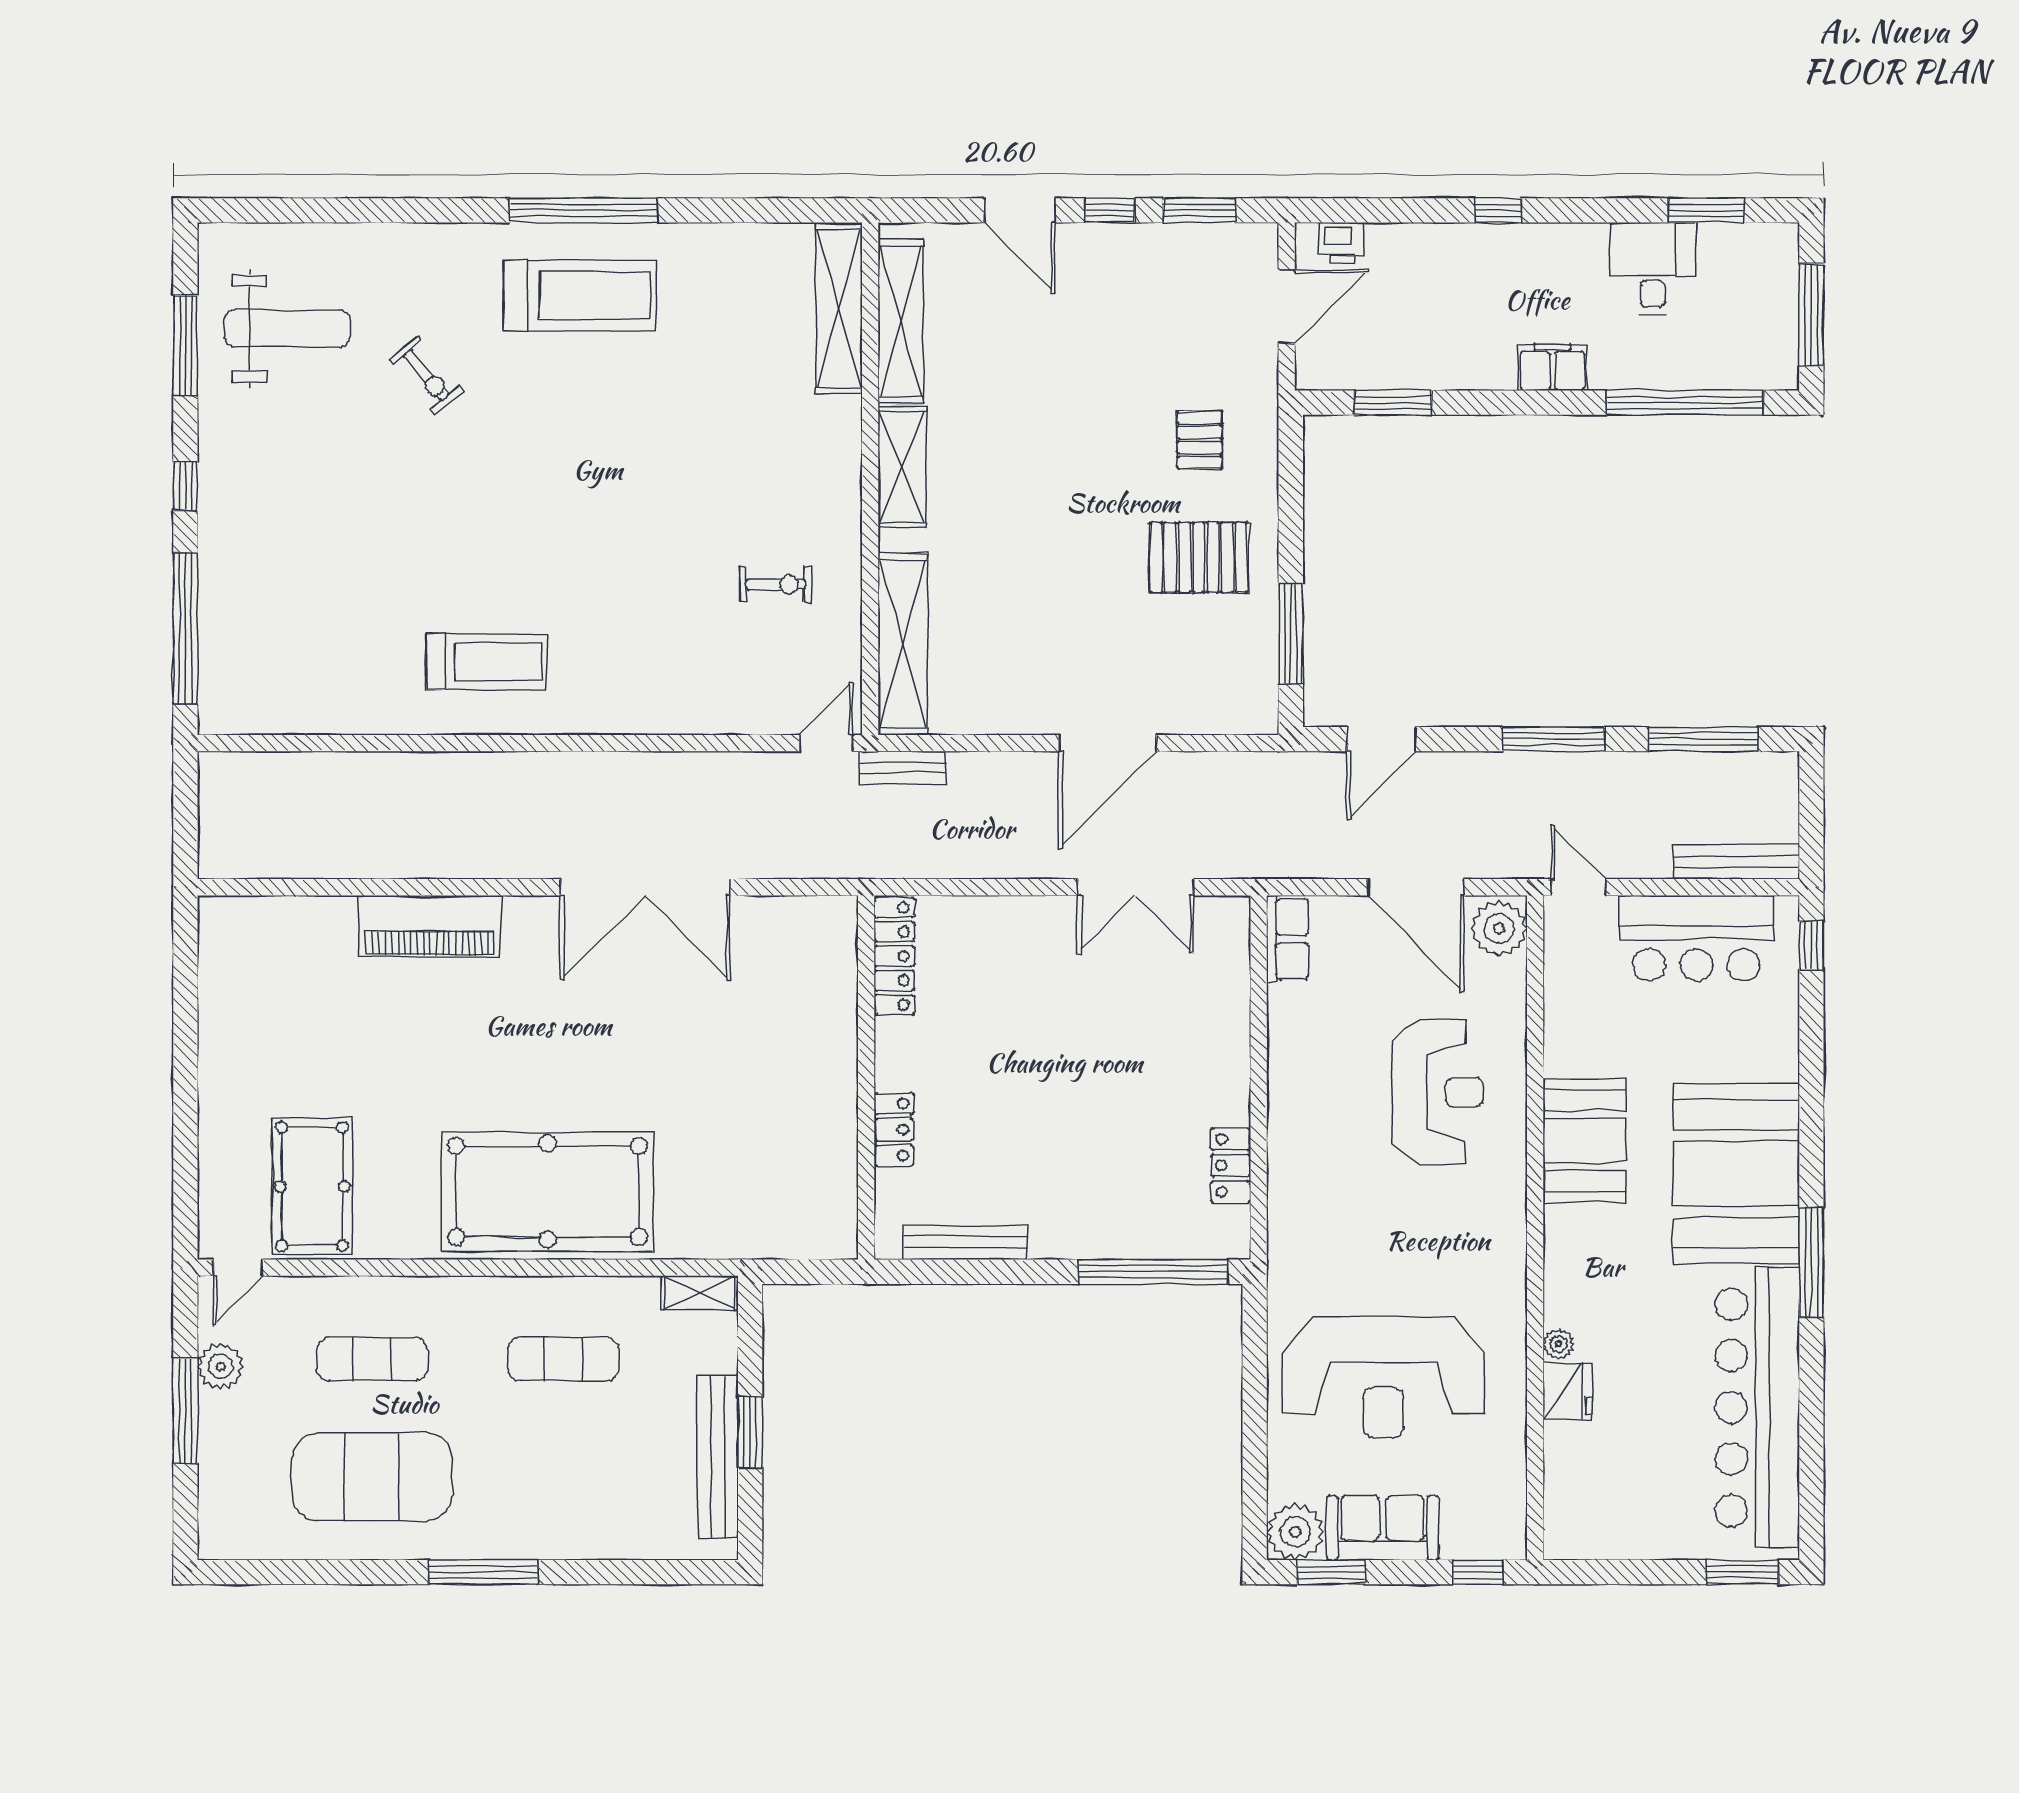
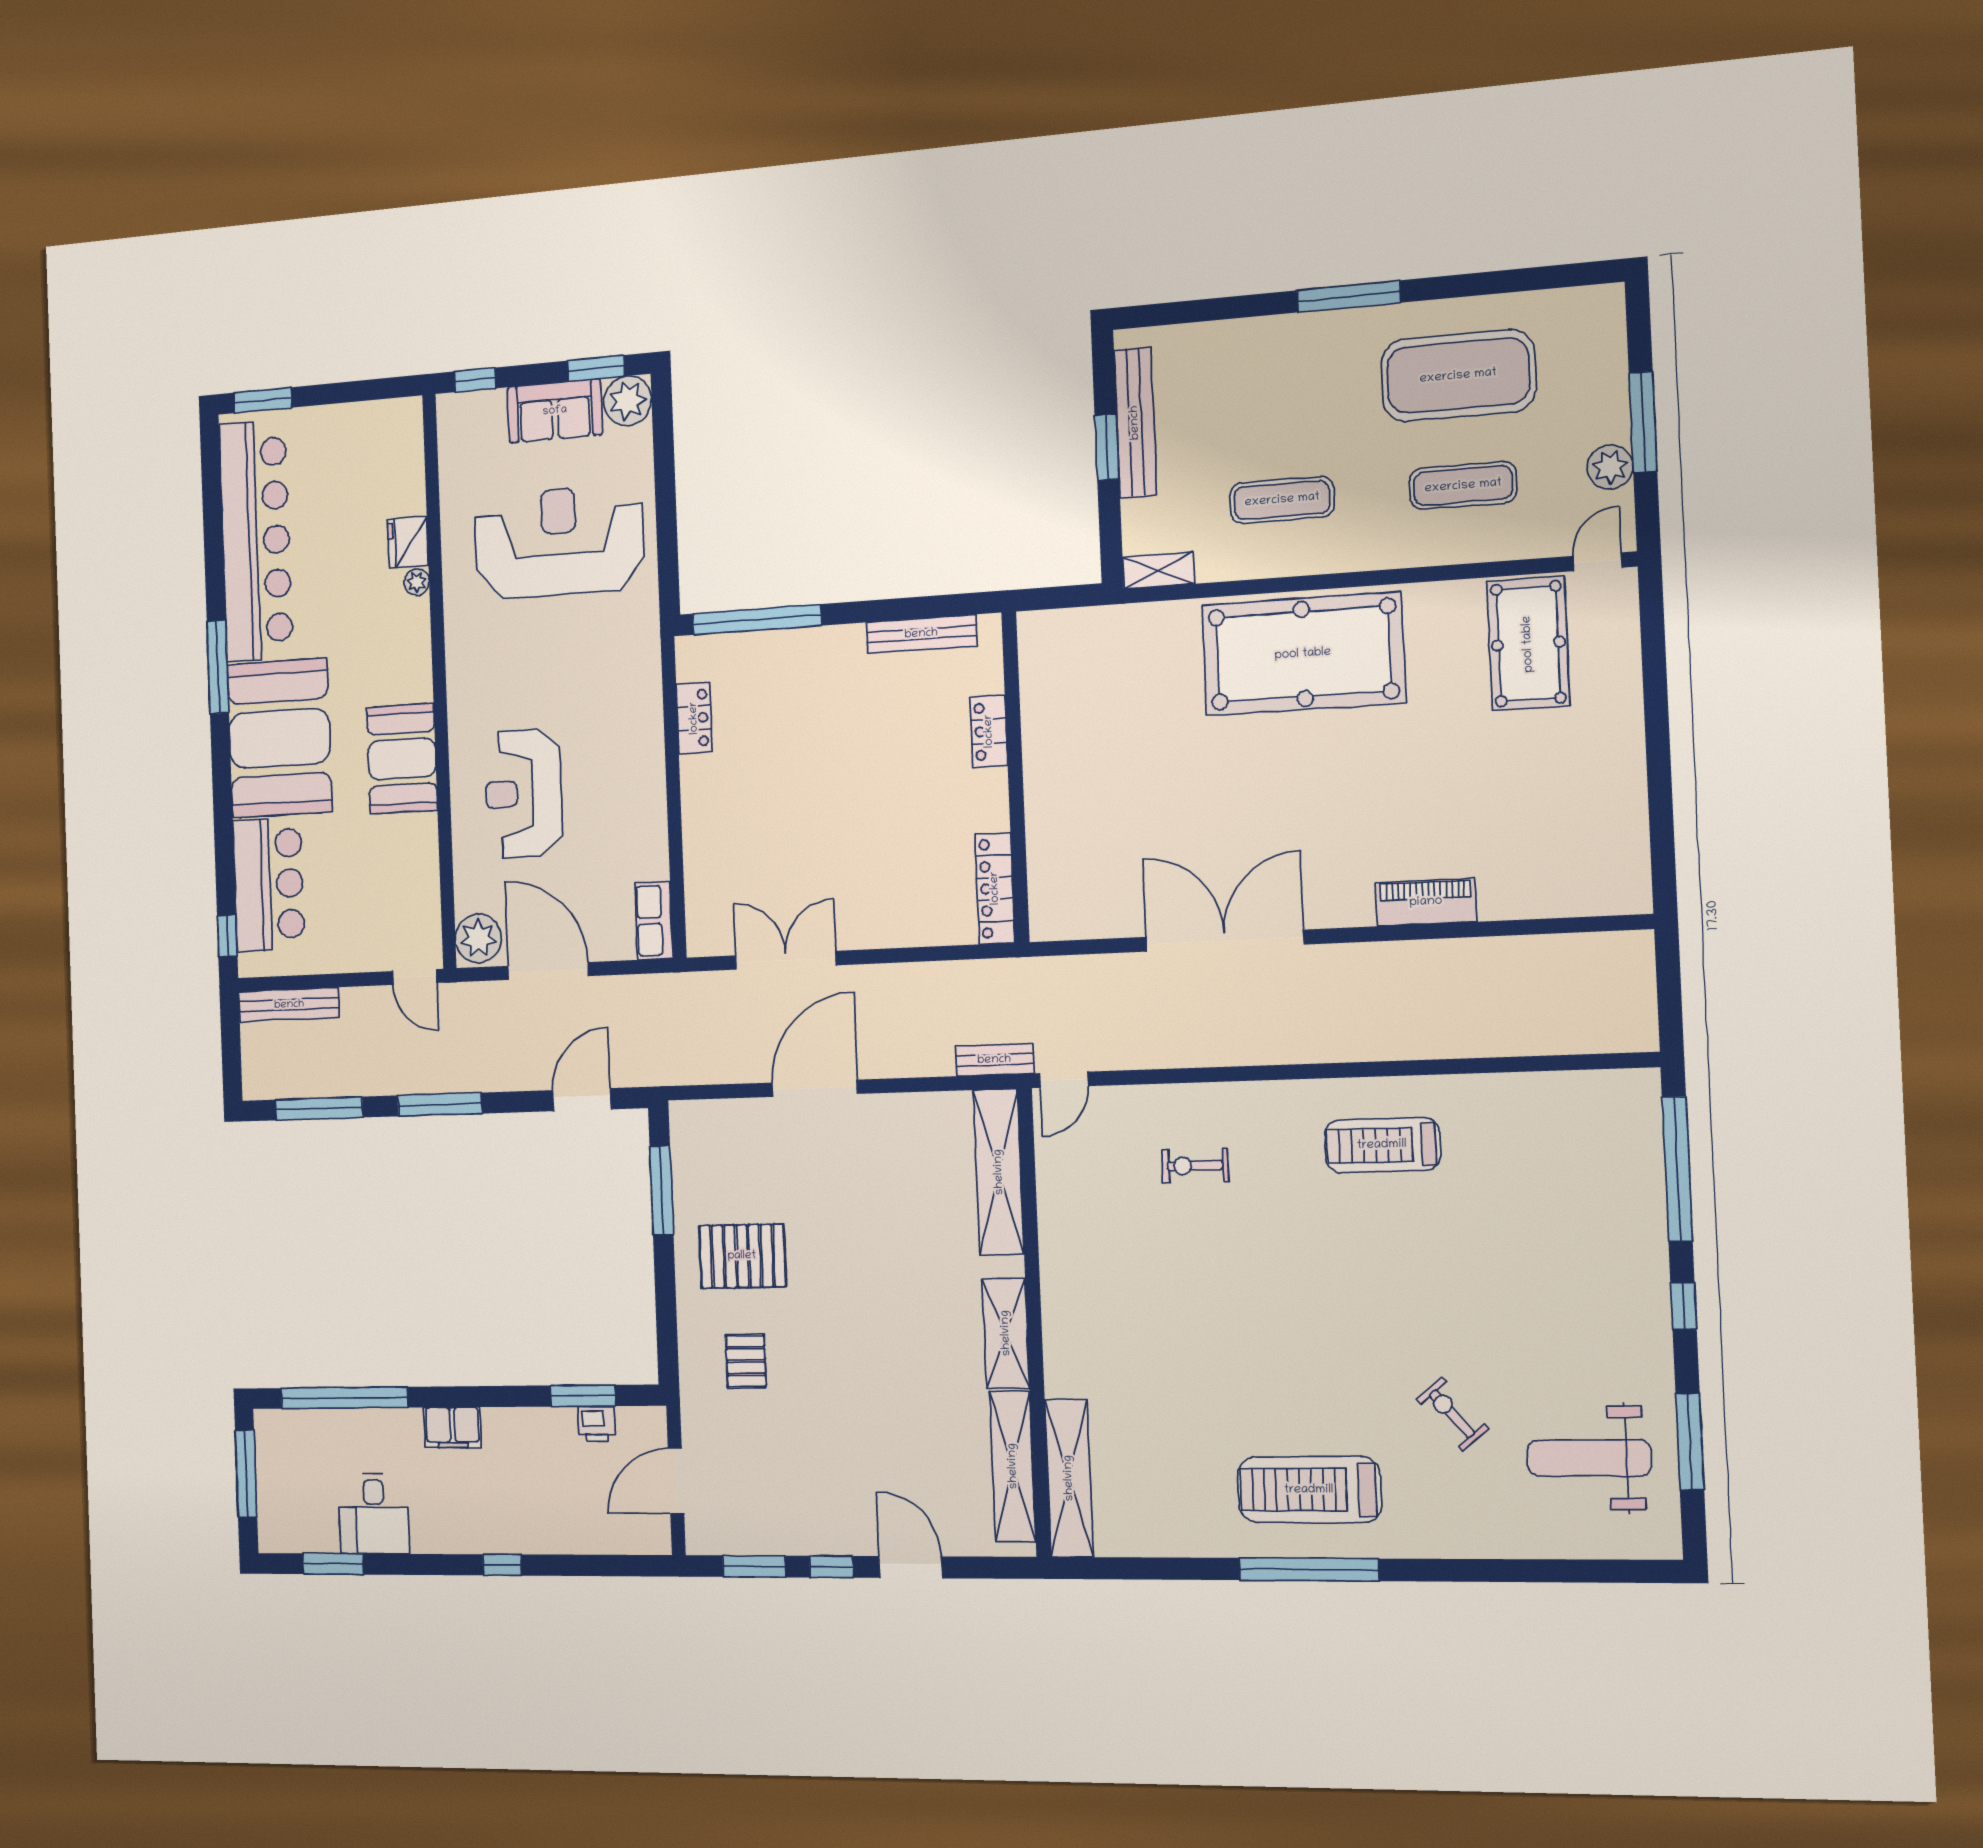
printer: (1342, 242) -> (597, 1424), moved, turned 180
exercise bike: (776, 584) -> (1195, 1166), moved
piano: (430, 926) -> (1426, 902), width x0.73, depth x0.75
bar counter: (1696, 938) -> (269, 884), moved, turned 90

